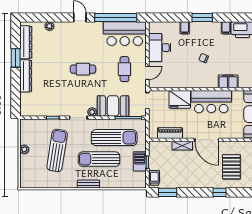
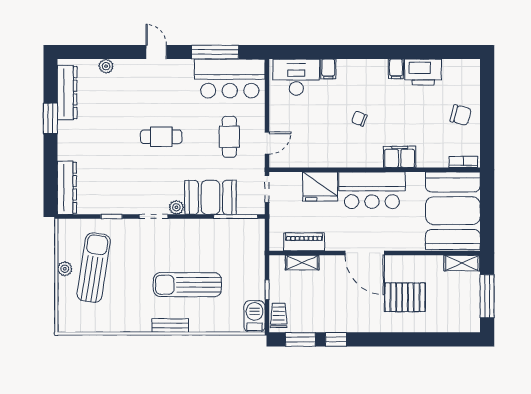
window: (116, 18) -> (215, 52), width x0.68
window: (202, 18) -> (357, 52), removed
desk: (160, 48) -> (296, 77), moved, turned 90
dresser: (26, 76) -> (67, 188), moved
sun lounger: (114, 138) -> (212, 249), removed
shelving: (182, 146) -> (302, 263), moved
sun lounger: (57, 150) -> (94, 268), moved
barbecue: (140, 161) -> (255, 316), moved
pallet: (231, 167) -> (405, 297), turned 90
window: (219, 192) -> (336, 339), moved

